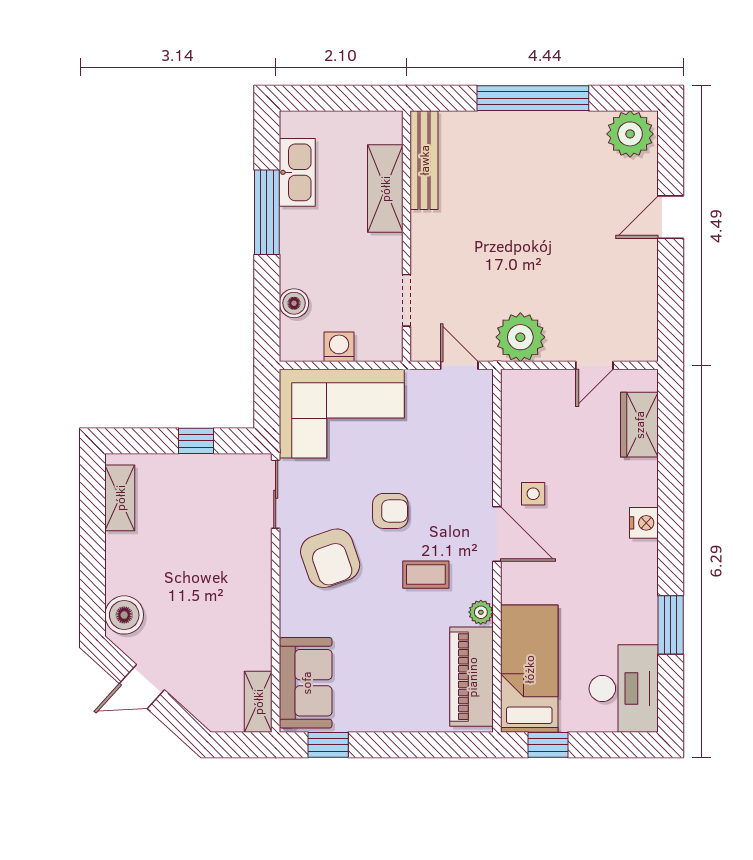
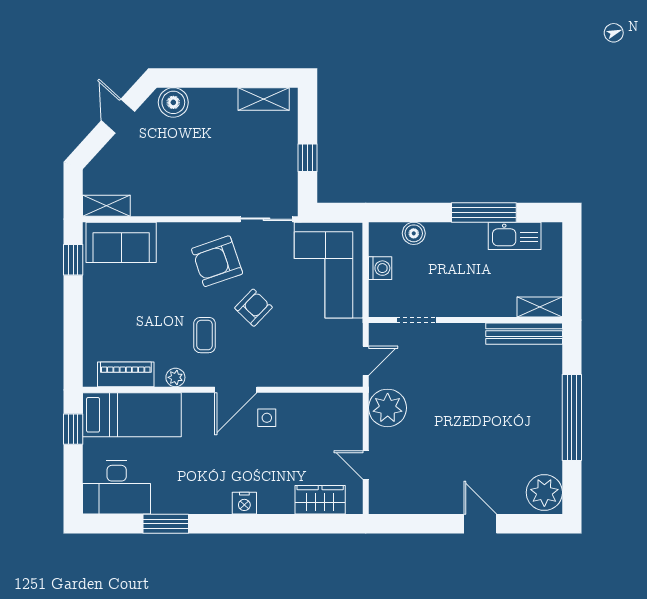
shelving: (385, 189) -> (540, 307), moved, width x0.67, depth x0.75
armchair: (390, 511) -> (254, 308), turned -136
piano: (472, 677) -> (126, 374), width x0.73, depth x0.75

